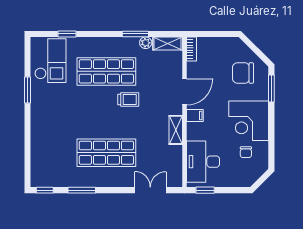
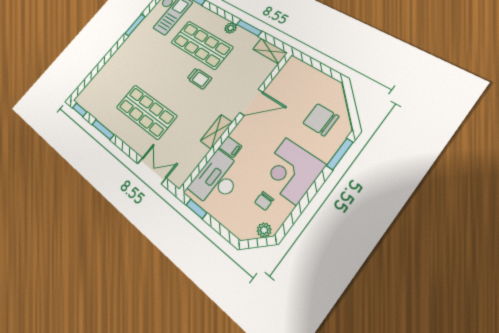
plant: (146, 43) -> (231, 28), moved
bookcase: (192, 49) -> (288, 68), removed
filing cabinet: (195, 115) -> (230, 147), moved
plant: (260, 170) -> (264, 230), added

